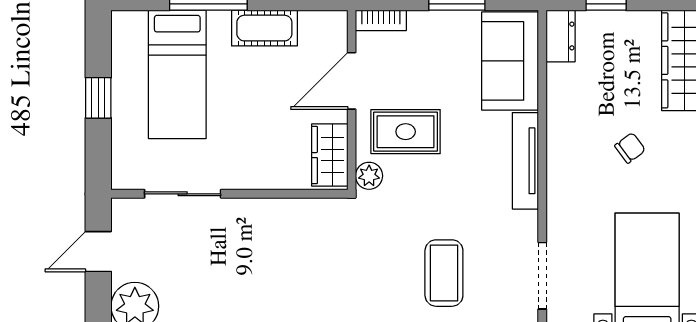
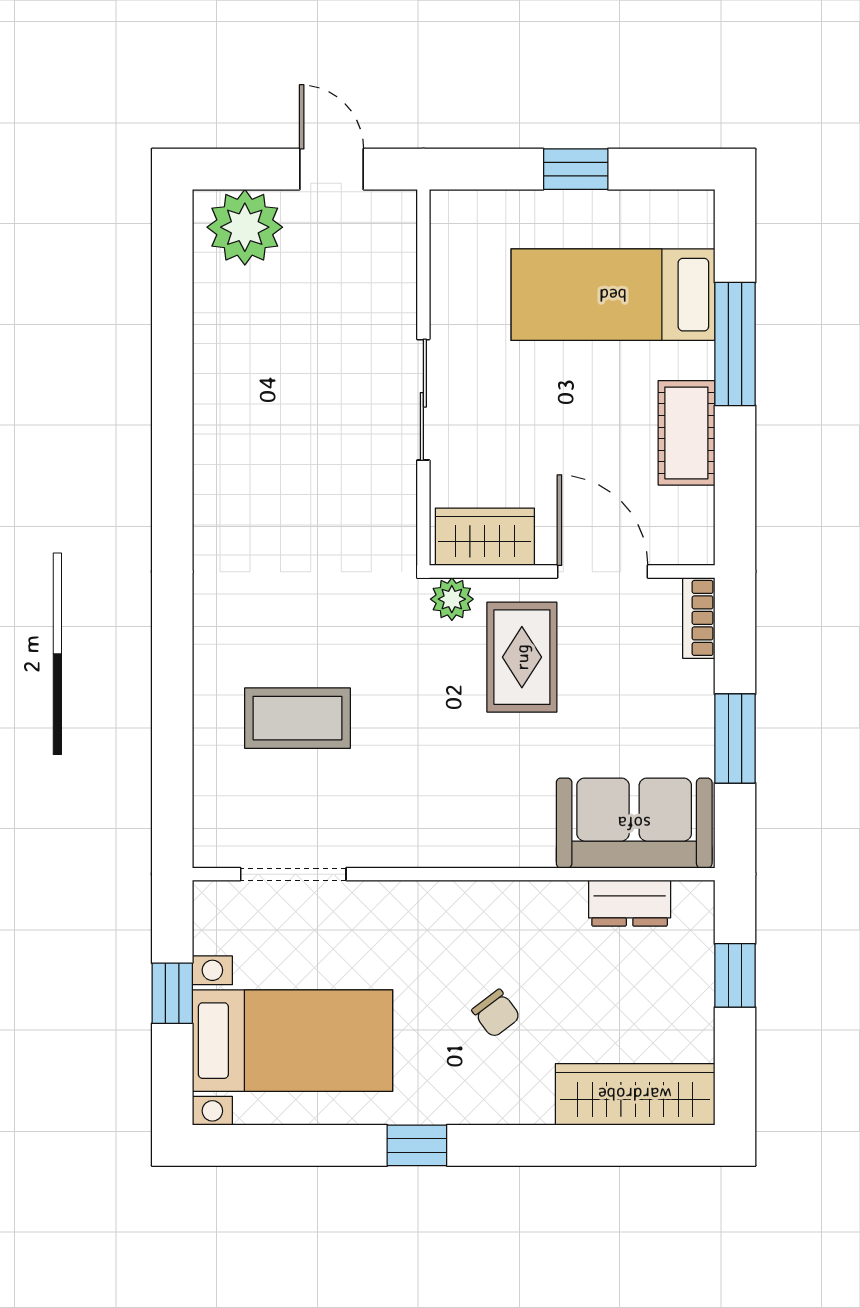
dresser: (561, 36) -> (630, 903), moved
tv unit: (525, 161) -> (476, 847), removed
sliding door: (183, 194) -> (423, 400), moved

